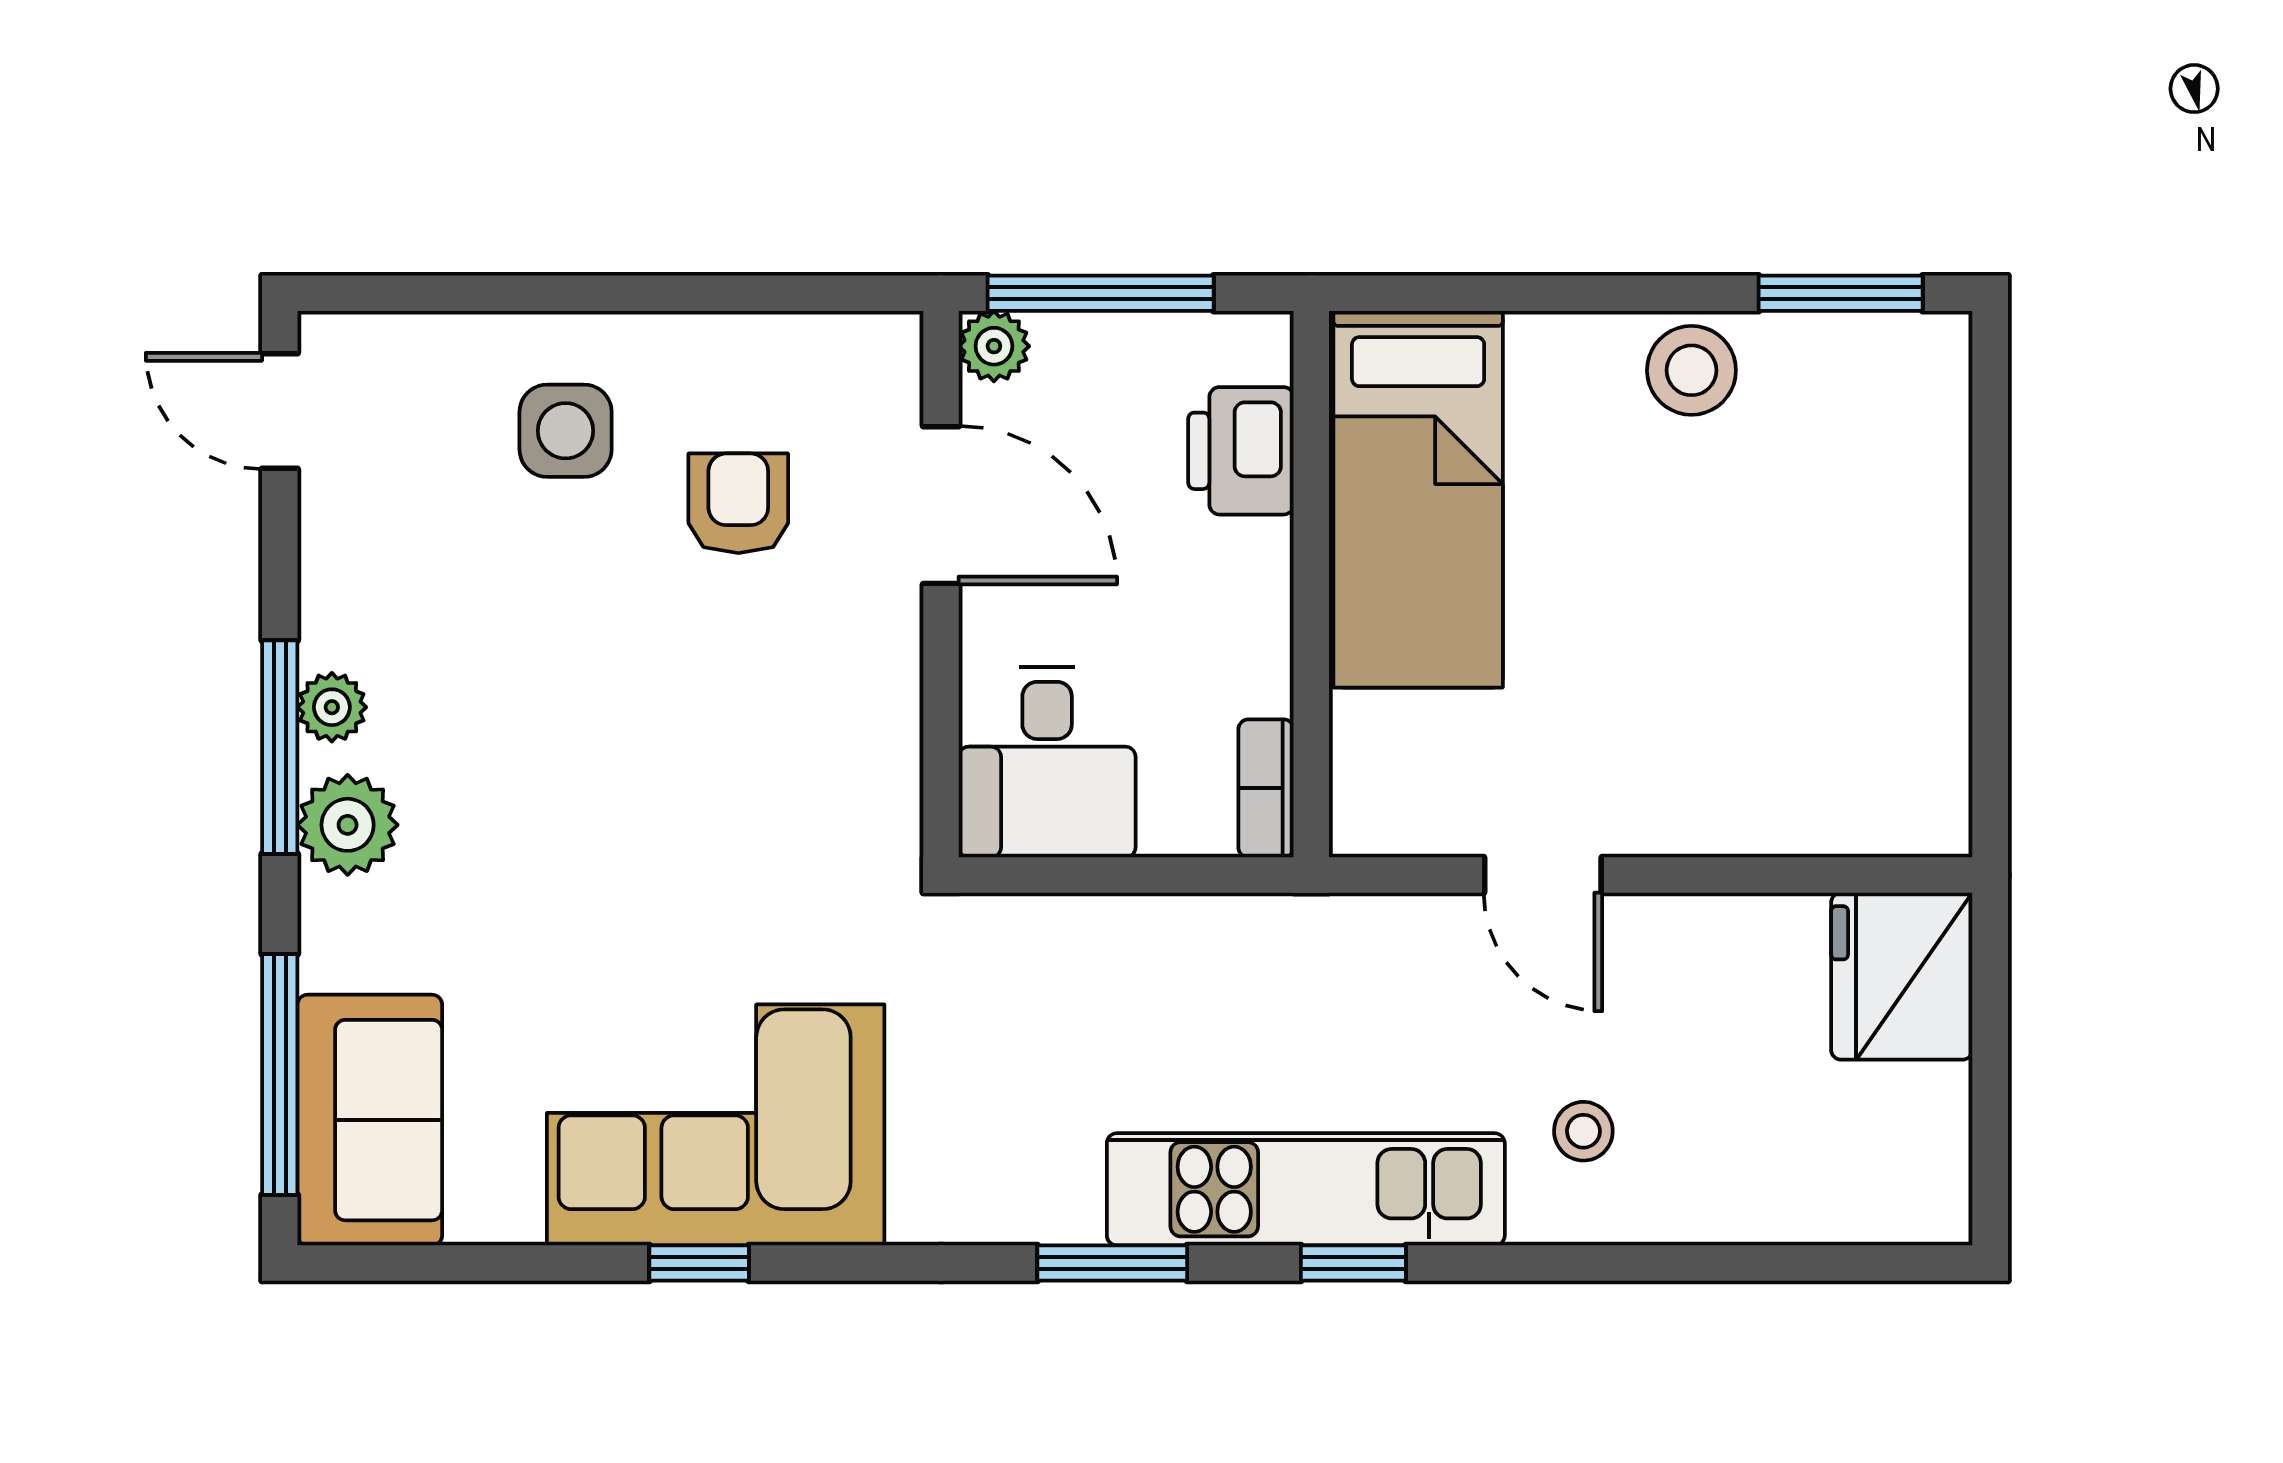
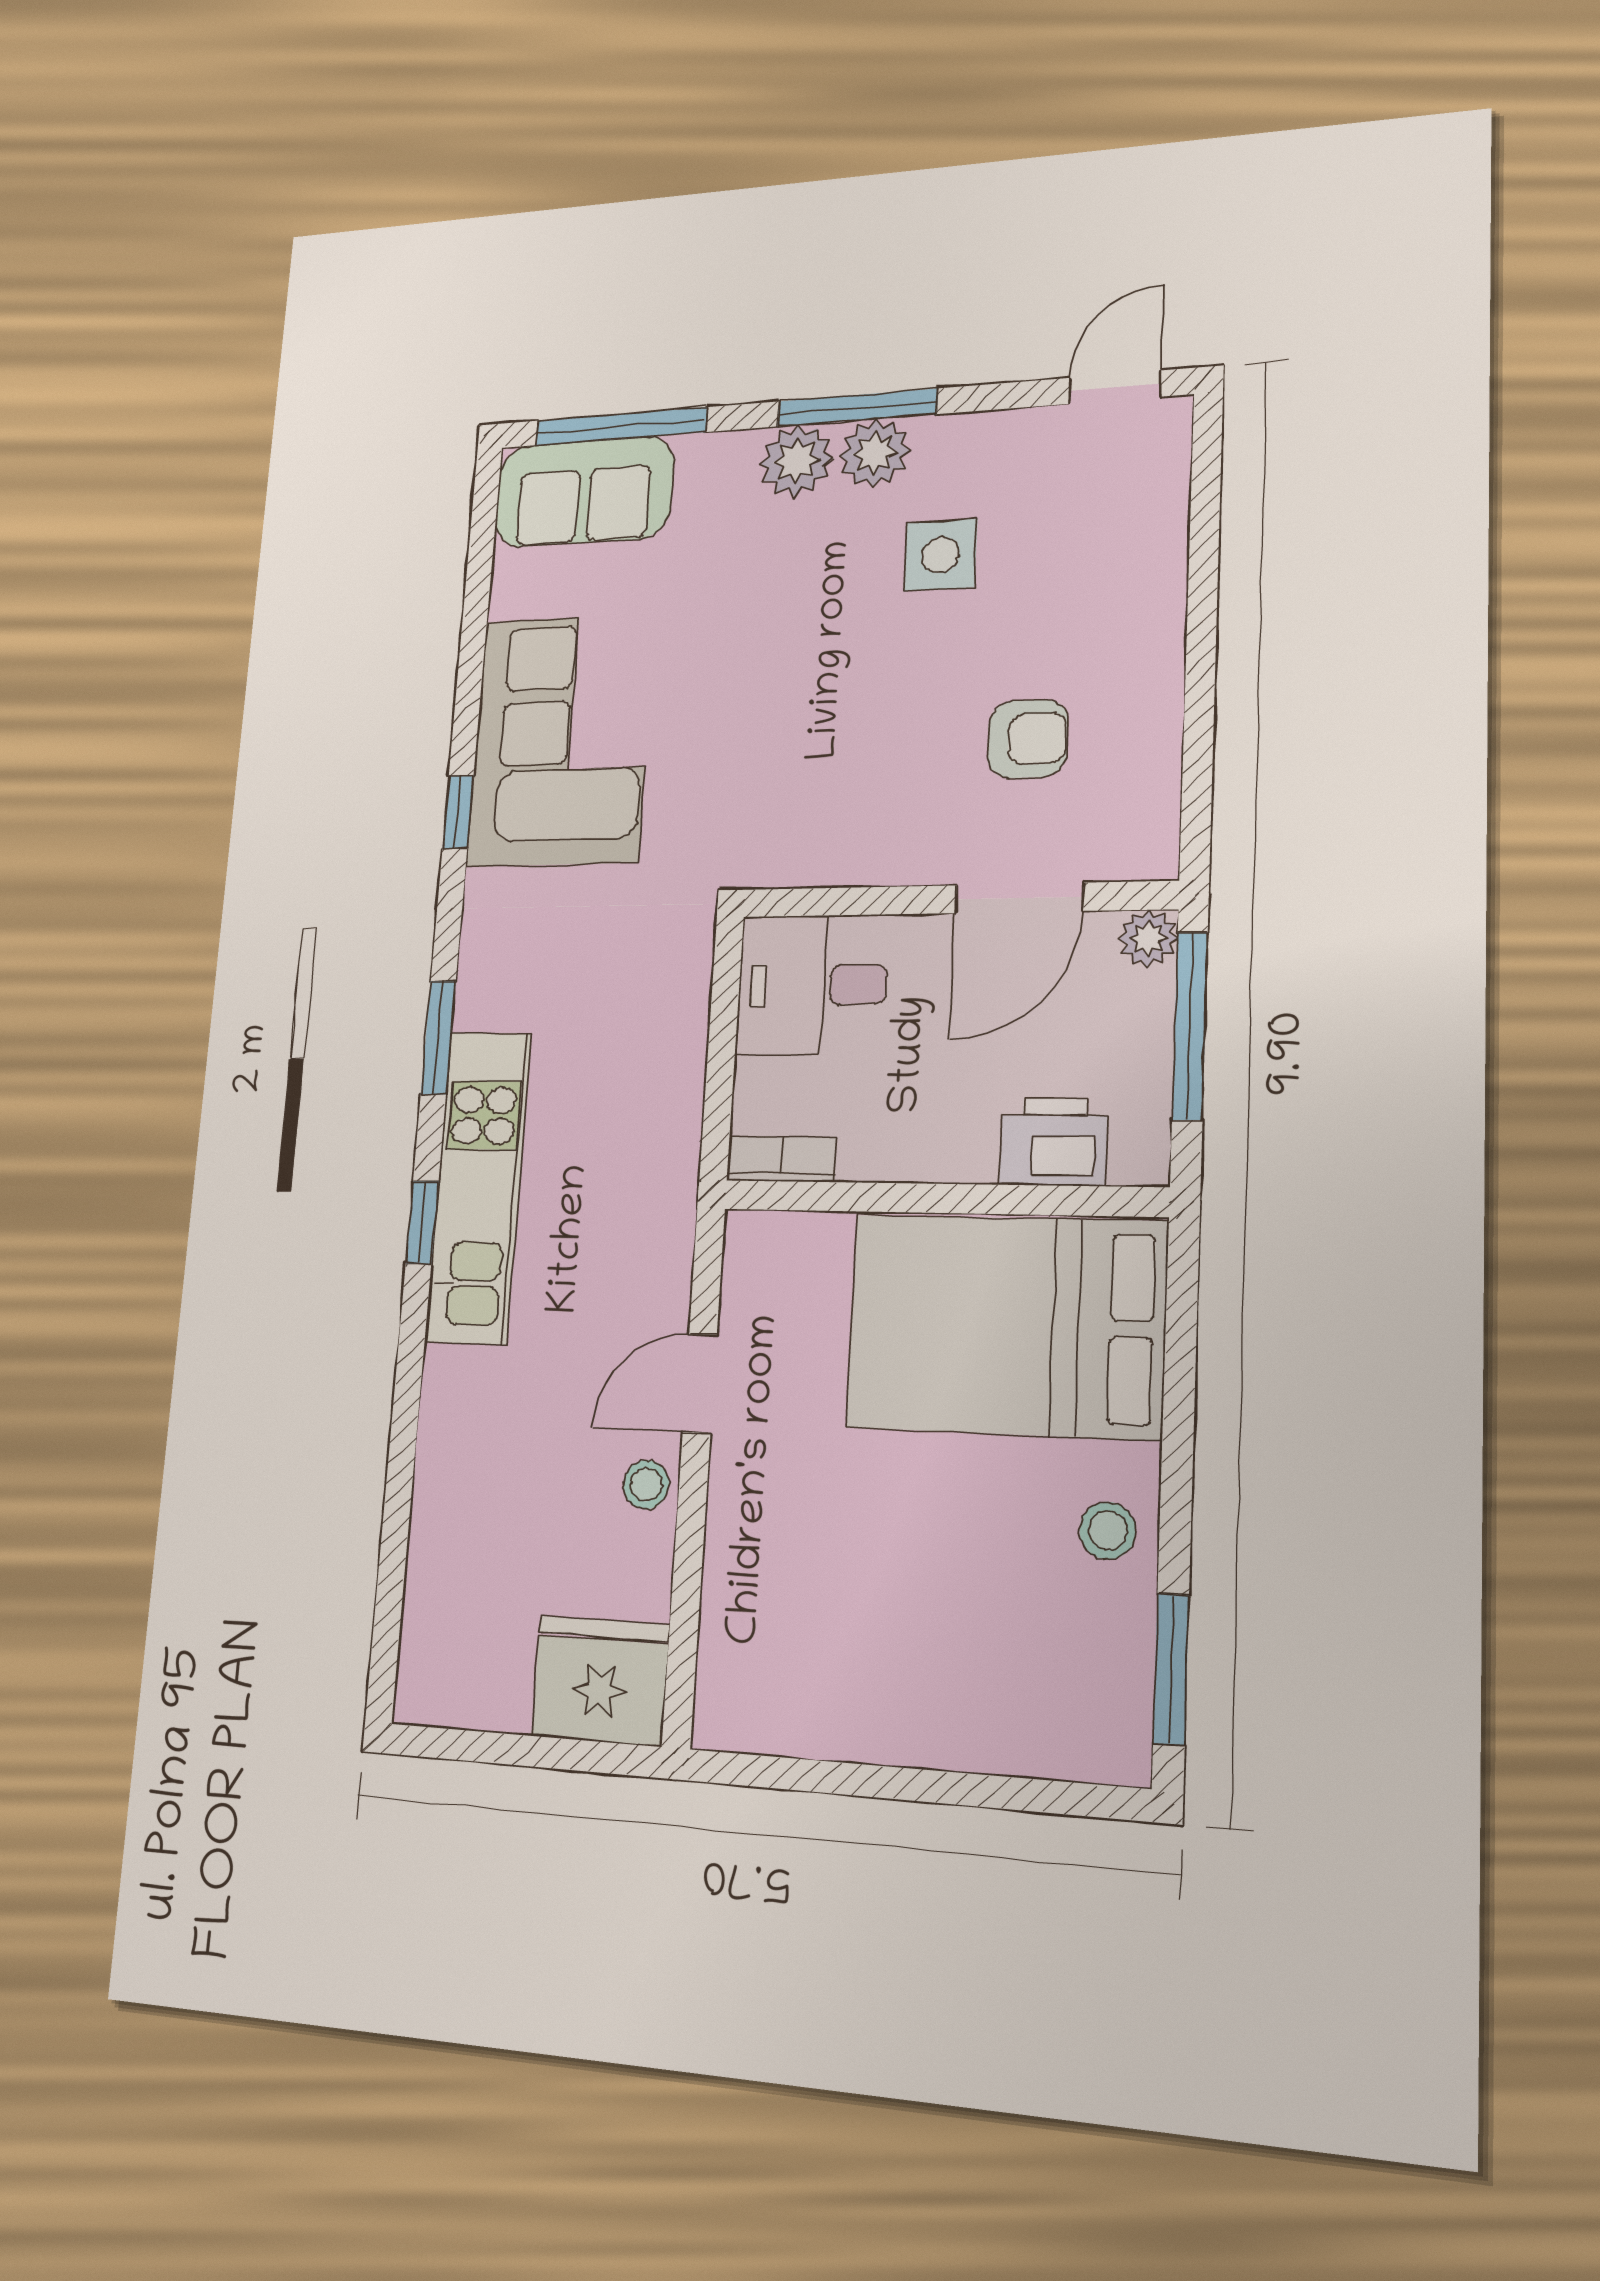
stool: (1691, 370) -> (1108, 1531), width x0.73, depth x0.73
side table: (566, 431) -> (940, 555), moved
bed: (1418, 499) -> (1006, 1325), width x1.50
plant: (332, 707) -> (875, 453), width x1.38, depth x1.38
stool: (1583, 1131) -> (646, 1485), moved
window: (699, 1263) -> (458, 812), moved

